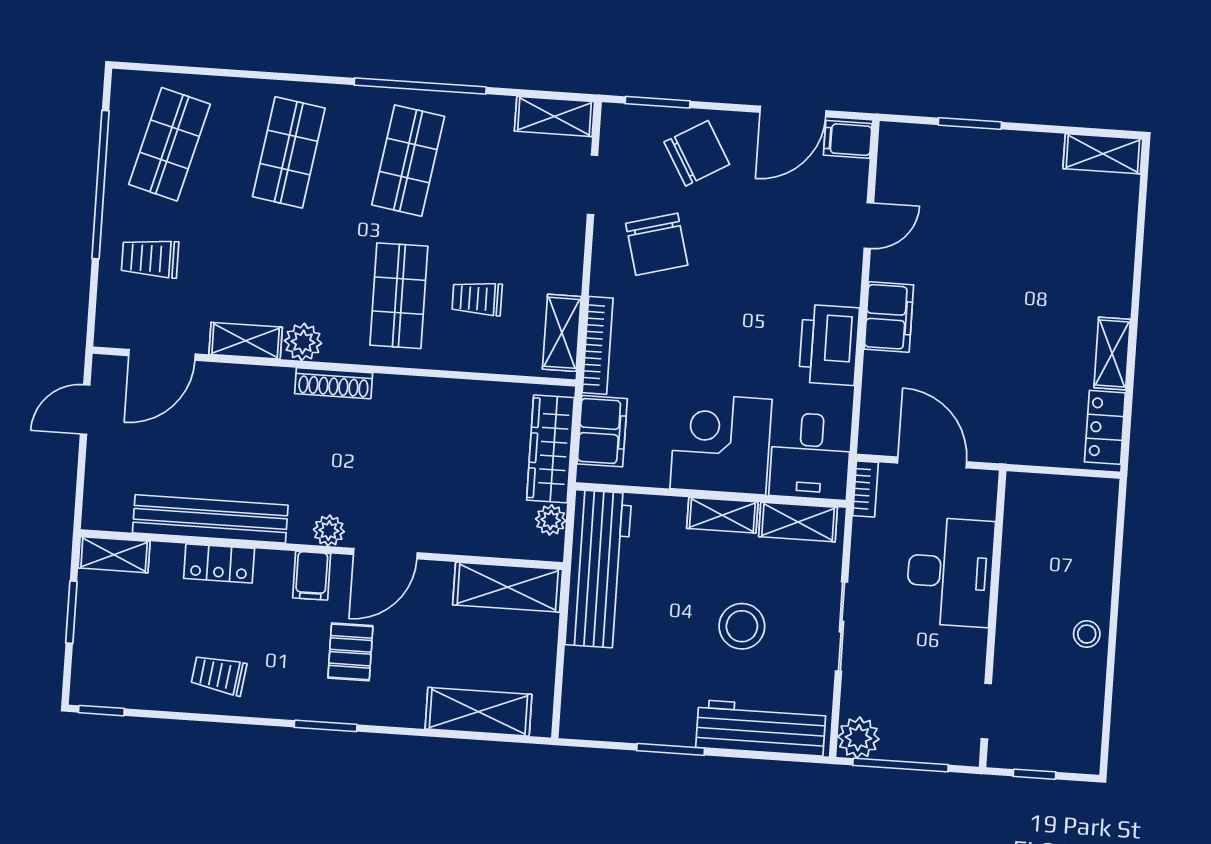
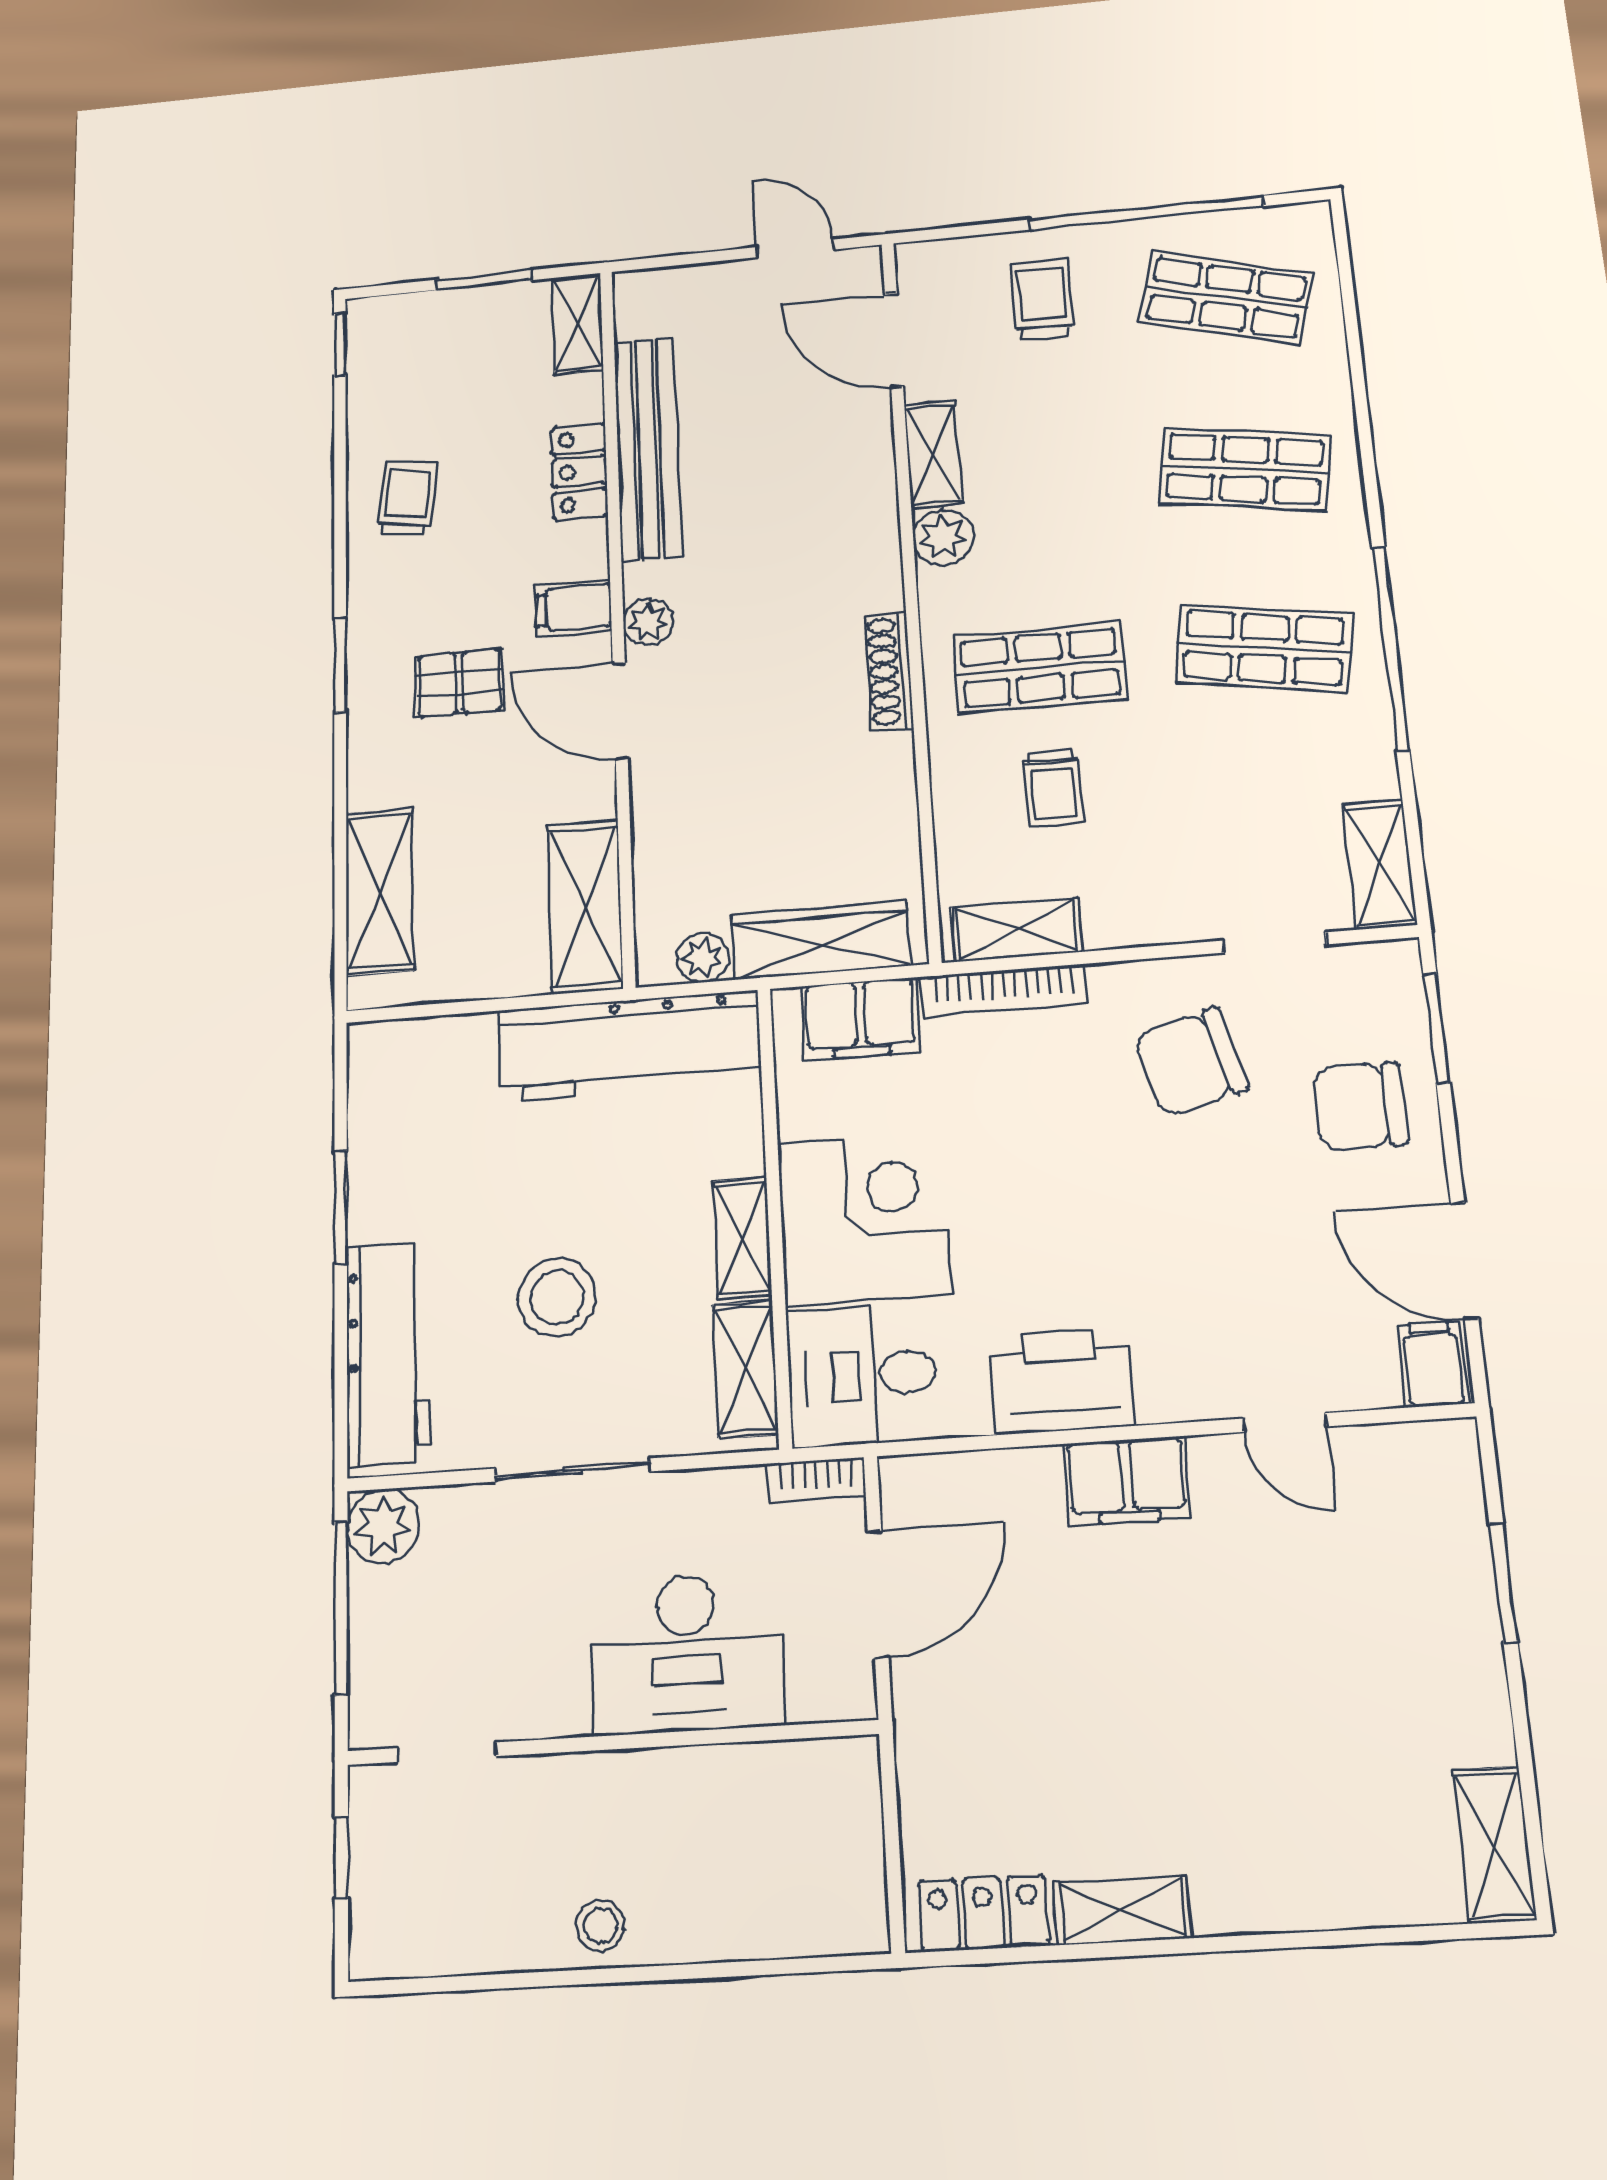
chair: (697, 153) -> (1360, 1106), turned 120
trolley: (477, 299) -> (1053, 788), turned 180
shoe rack: (334, 383) -> (889, 671), moved

